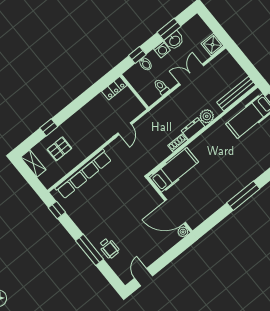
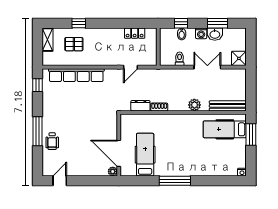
locker: (114, 88) -> (135, 33), moved
dresser: (193, 129) -> (140, 106), moved
hospital bed: (174, 170) -> (145, 155), moved, turned -90

